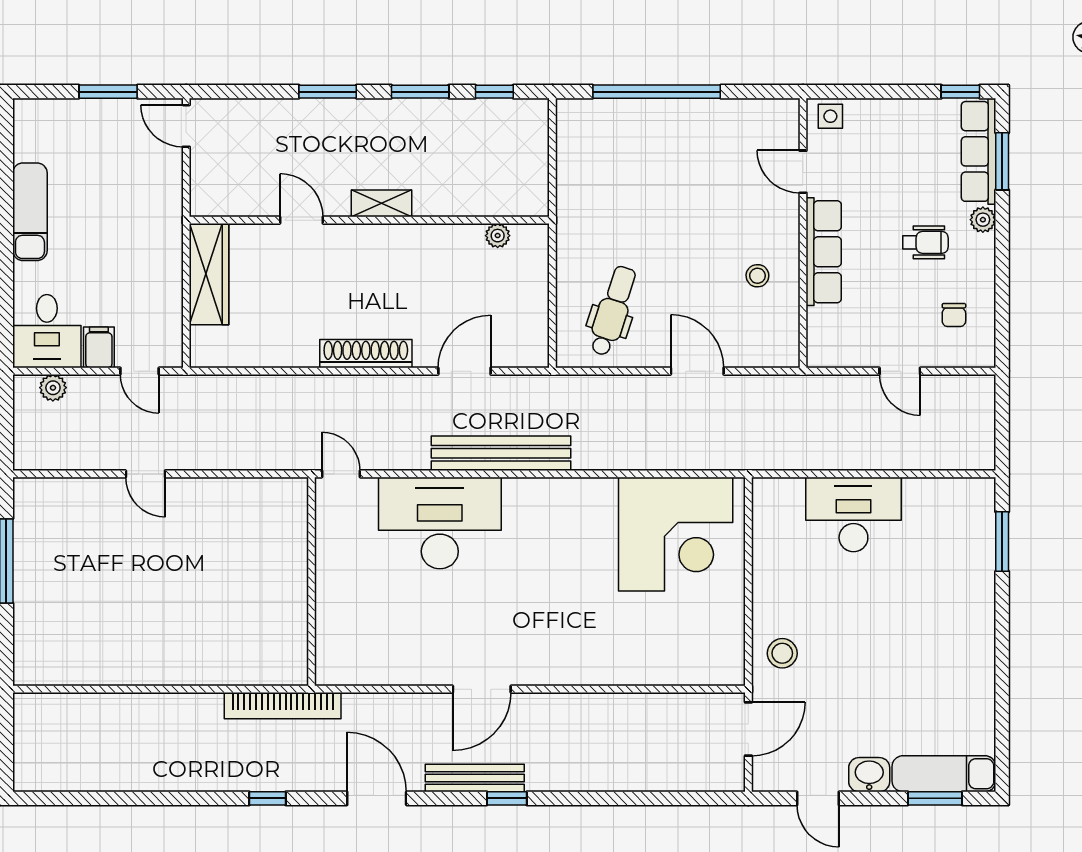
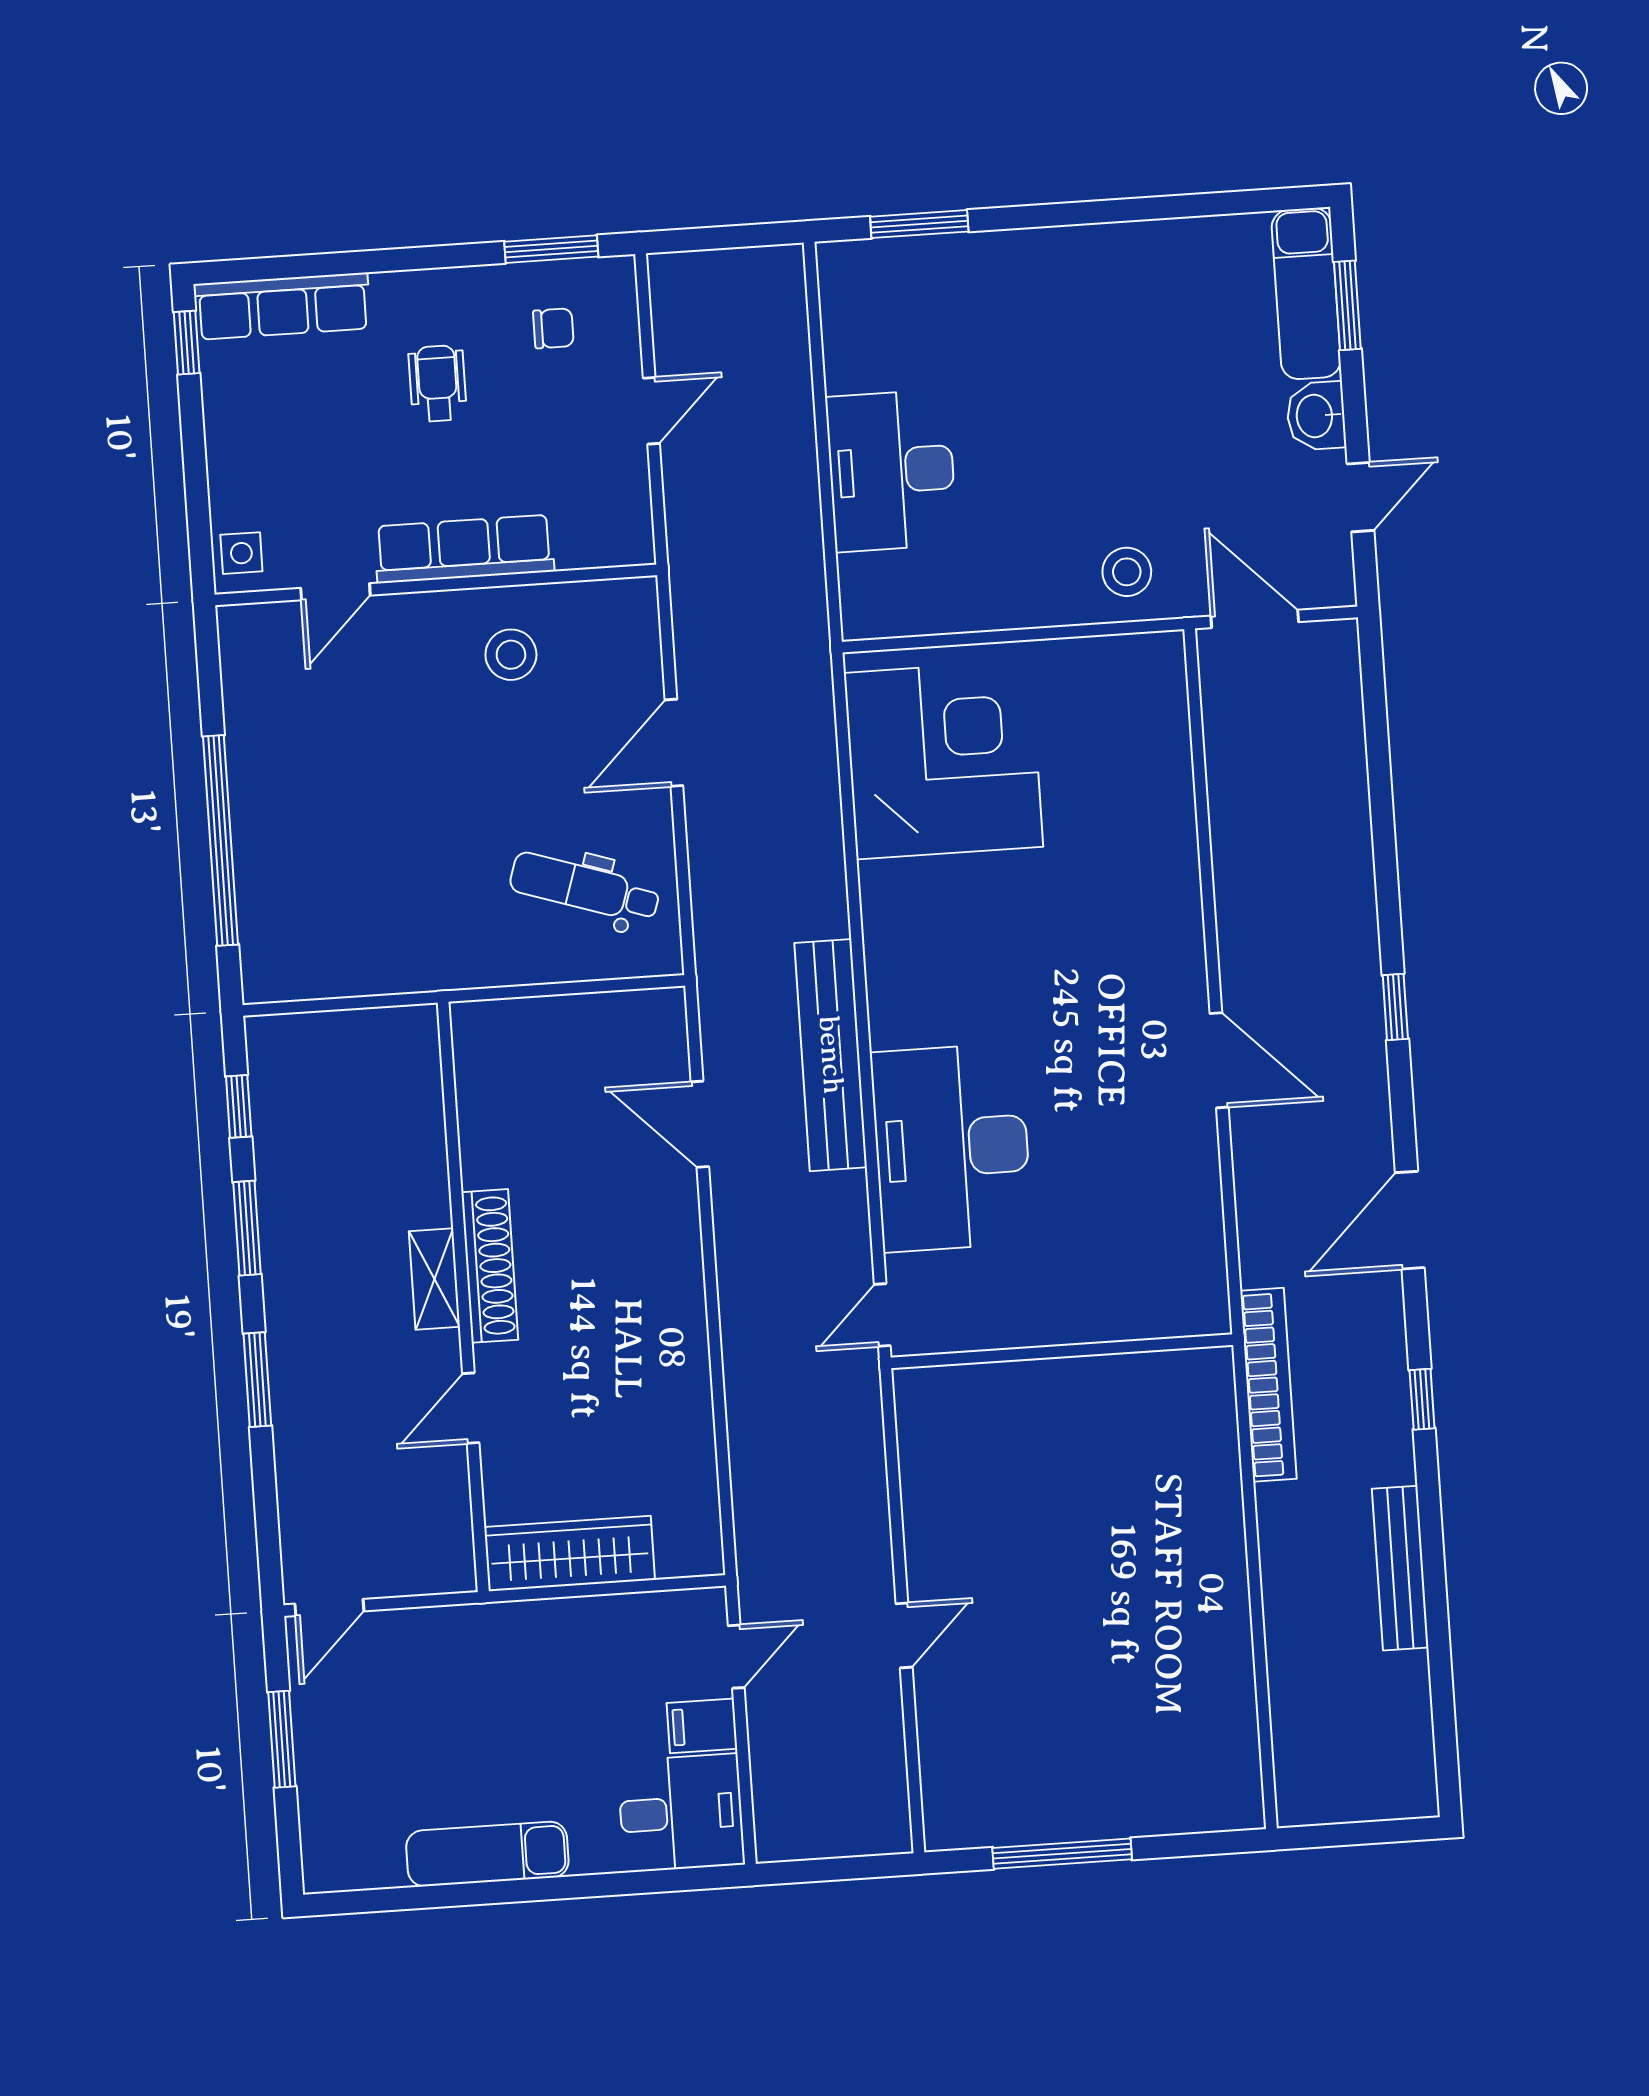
window: (1002, 161) -> (551, 249), moved
plant: (983, 220) -> (394, 292), removed
plant: (498, 236) -> (474, 1085), removed
stool: (757, 276) -> (511, 655), width x1.37, depth x1.37
shoe rack: (366, 354) -> (490, 1266), moved, turned 180
plant: (53, 388) -> (773, 1797), removed
bench: (475, 778) -> (1400, 1568), moved

